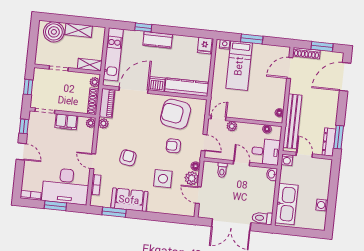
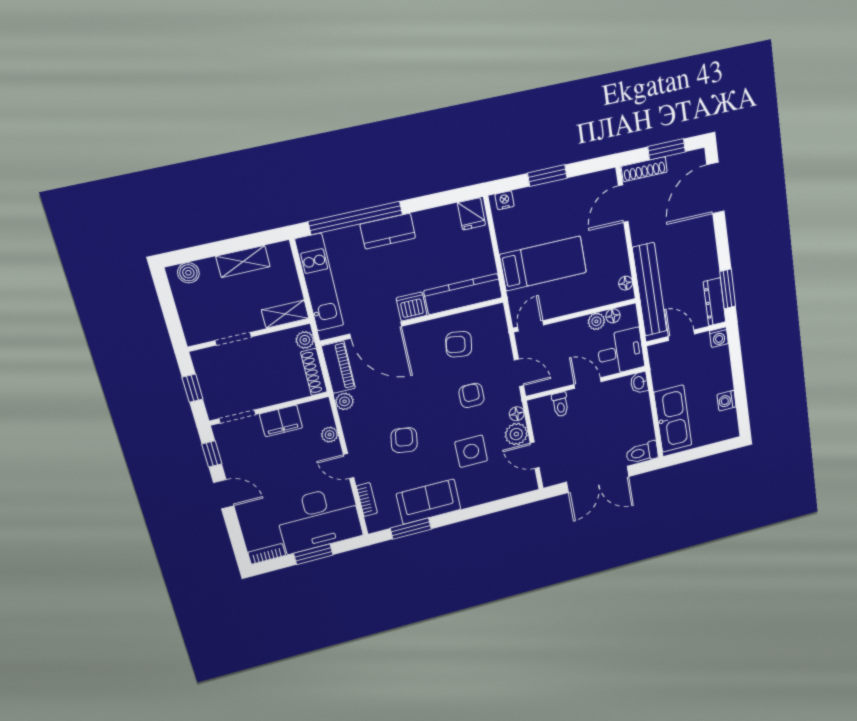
window: (143, 27) -> (355, 218), width x3.17
boiler: (54, 32) -> (188, 273), width x0.54, depth x0.54
bed: (239, 66) -> (543, 263), moved, turned -90
door: (134, 90) -> (376, 330), swing flipped
armchair: (176, 114) -> (459, 344), width x0.53, depth x0.53
plant: (91, 123) -> (330, 435), moved
plant: (232, 126) -> (596, 321), moved
armchair: (173, 146) -> (471, 395), turned 90
washing machine: (287, 160) -> (719, 337), moved

